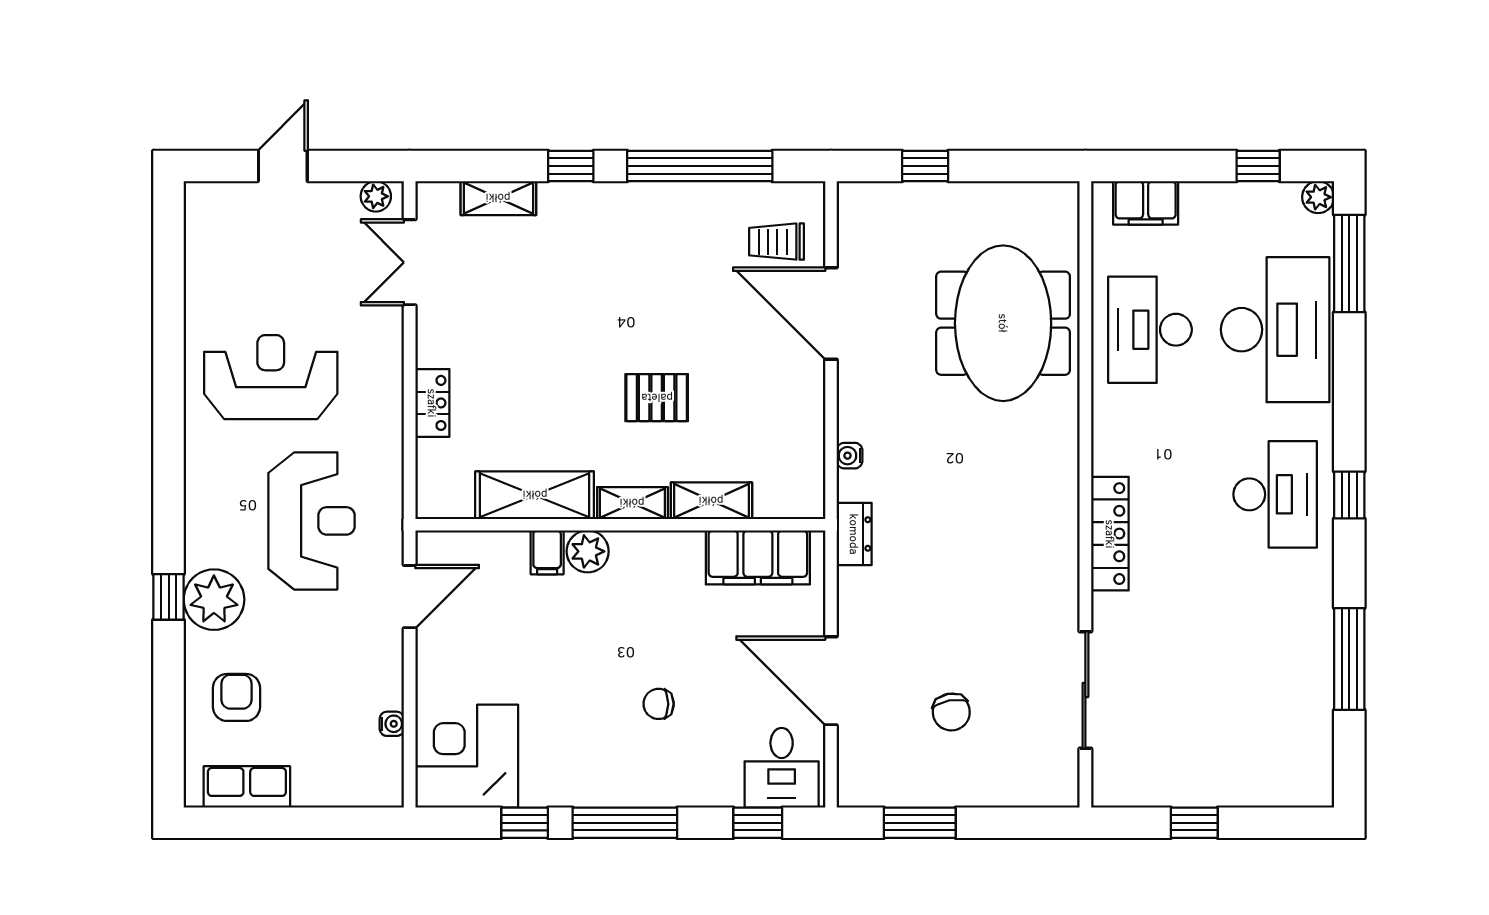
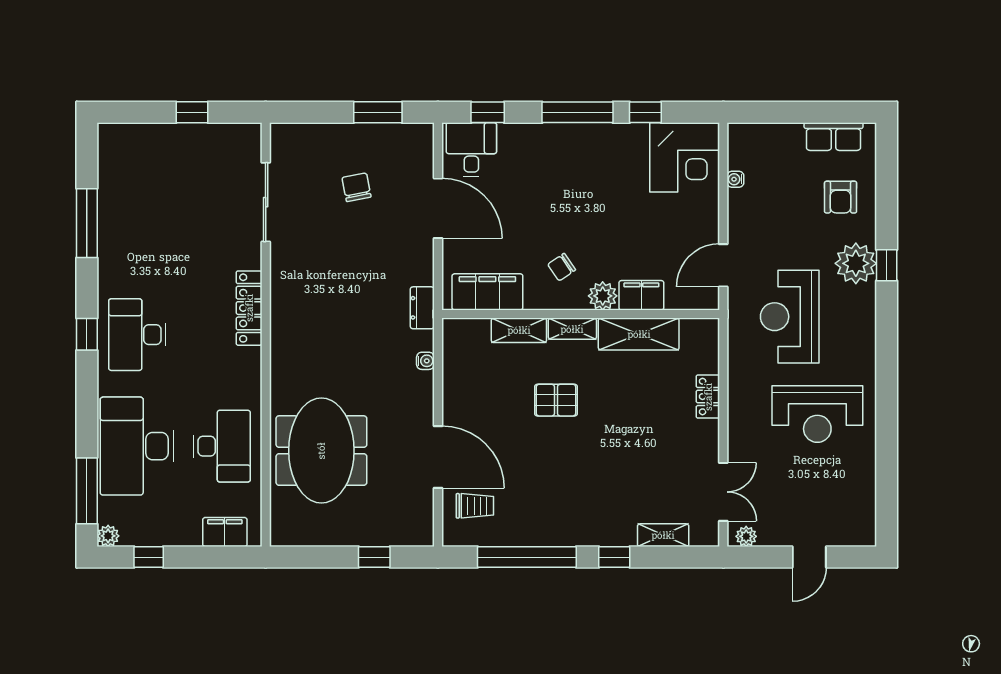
filing cabinet: (547, 552) -> (641, 295), width x2.00
chair: (659, 704) -> (562, 267), moved, turned 146

